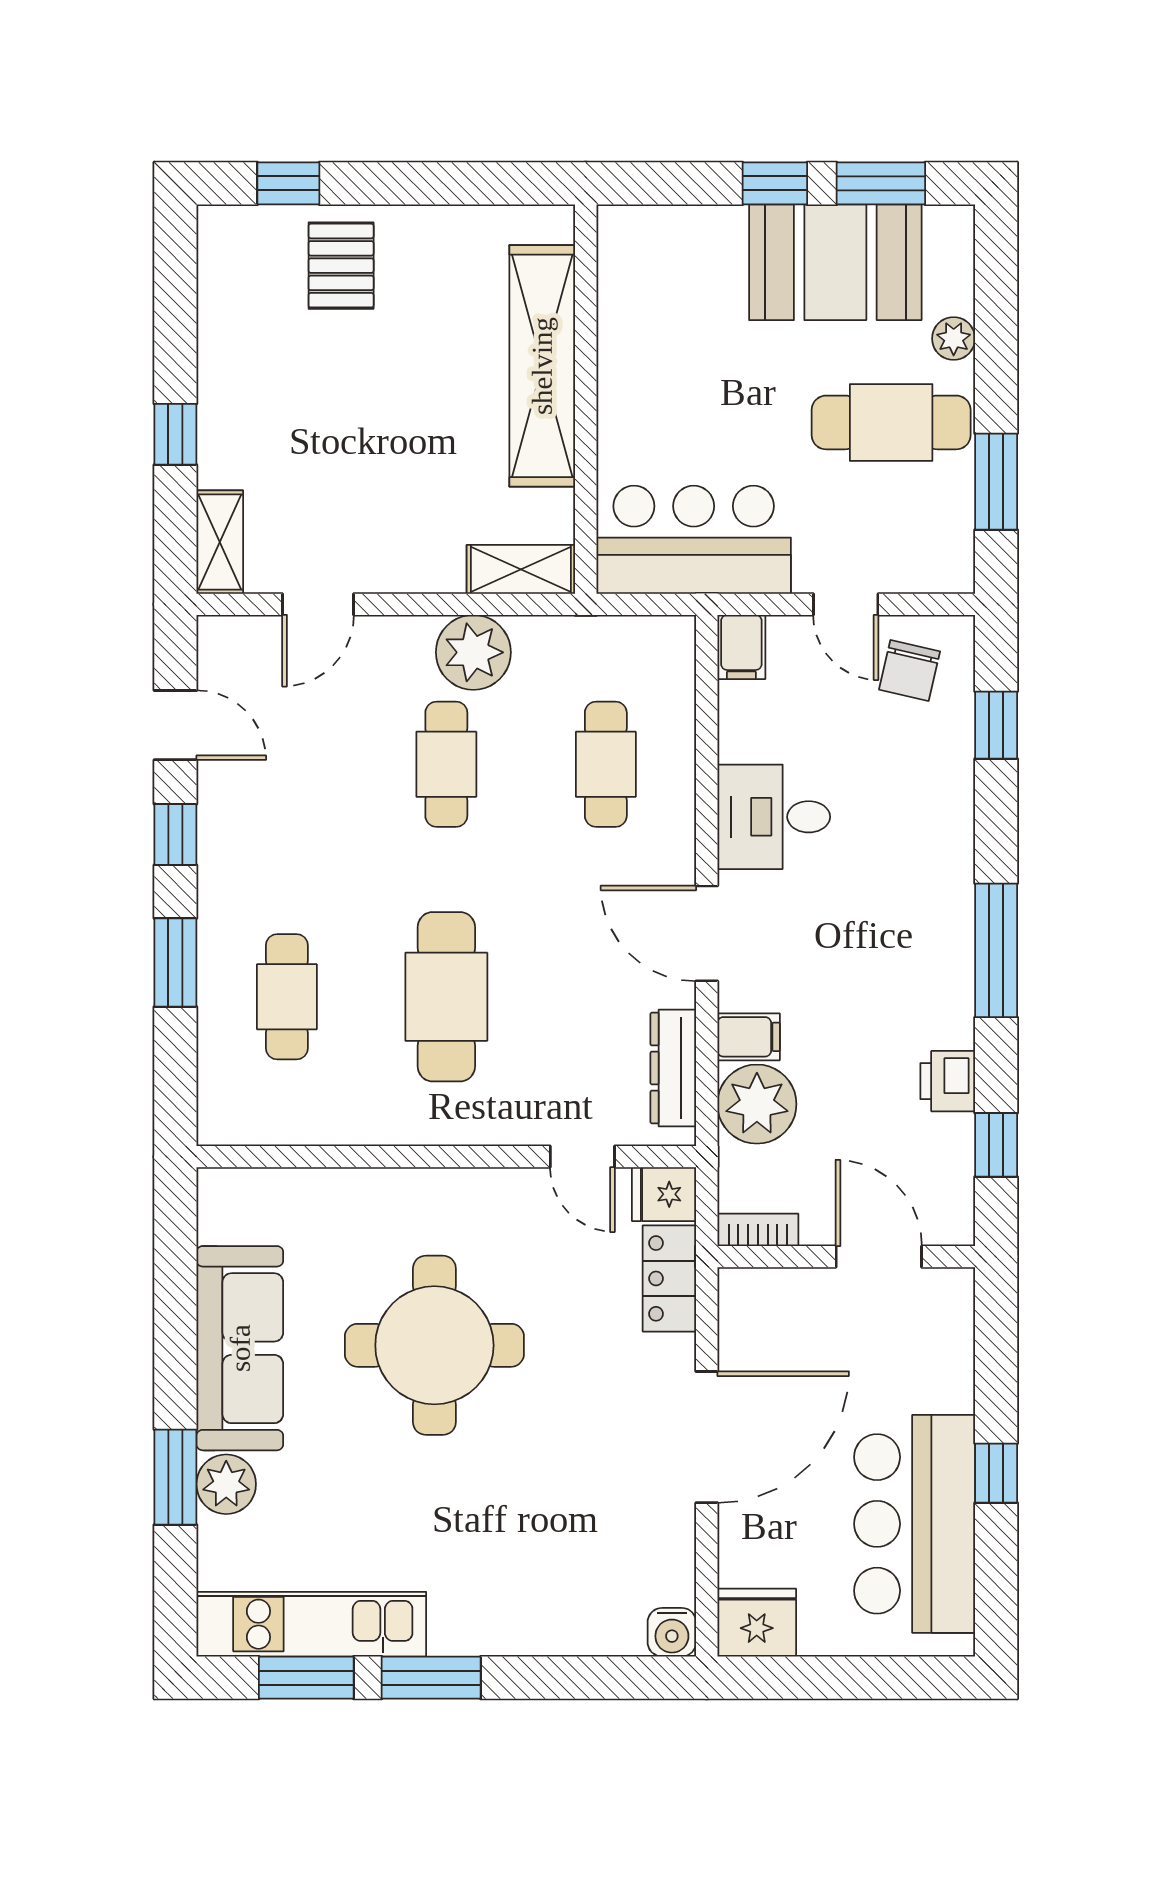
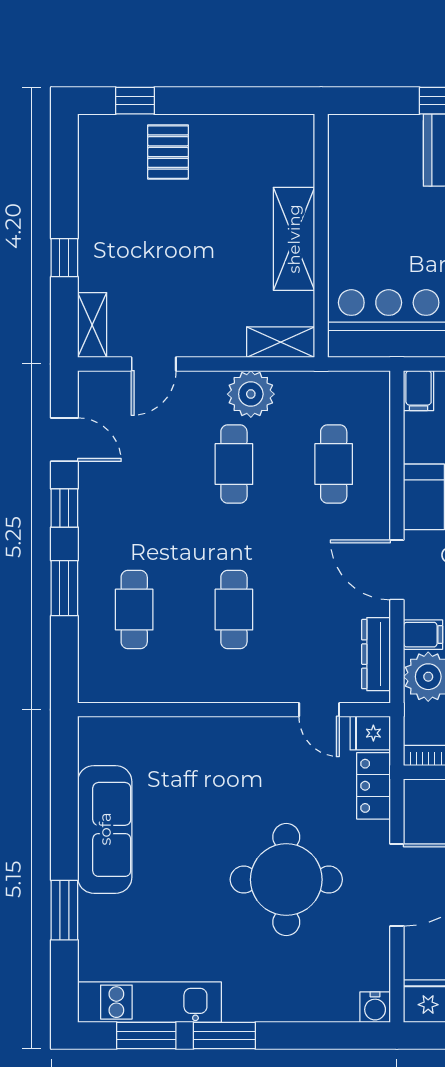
shelving: (542, 366) -> (294, 239), width x0.68
cafe table: (446, 997) -> (234, 610), width x0.73, depth x0.74
round table: (434, 1345) -> (286, 880), moved
plant: (226, 1484) -> (96, 915), removed

